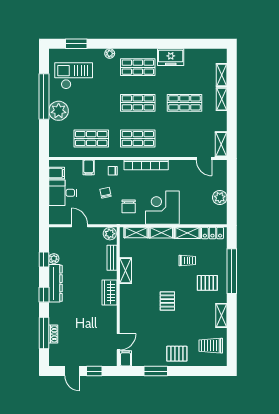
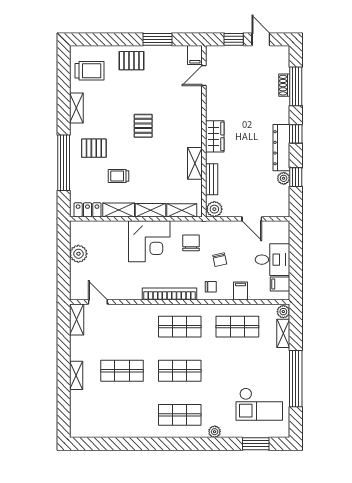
freezer: (171, 57) -> (139, 427), removed
shelving: (222, 75) -> (283, 333), moved
plant: (59, 111) -> (283, 312), moved, width x0.53, depth x0.53

